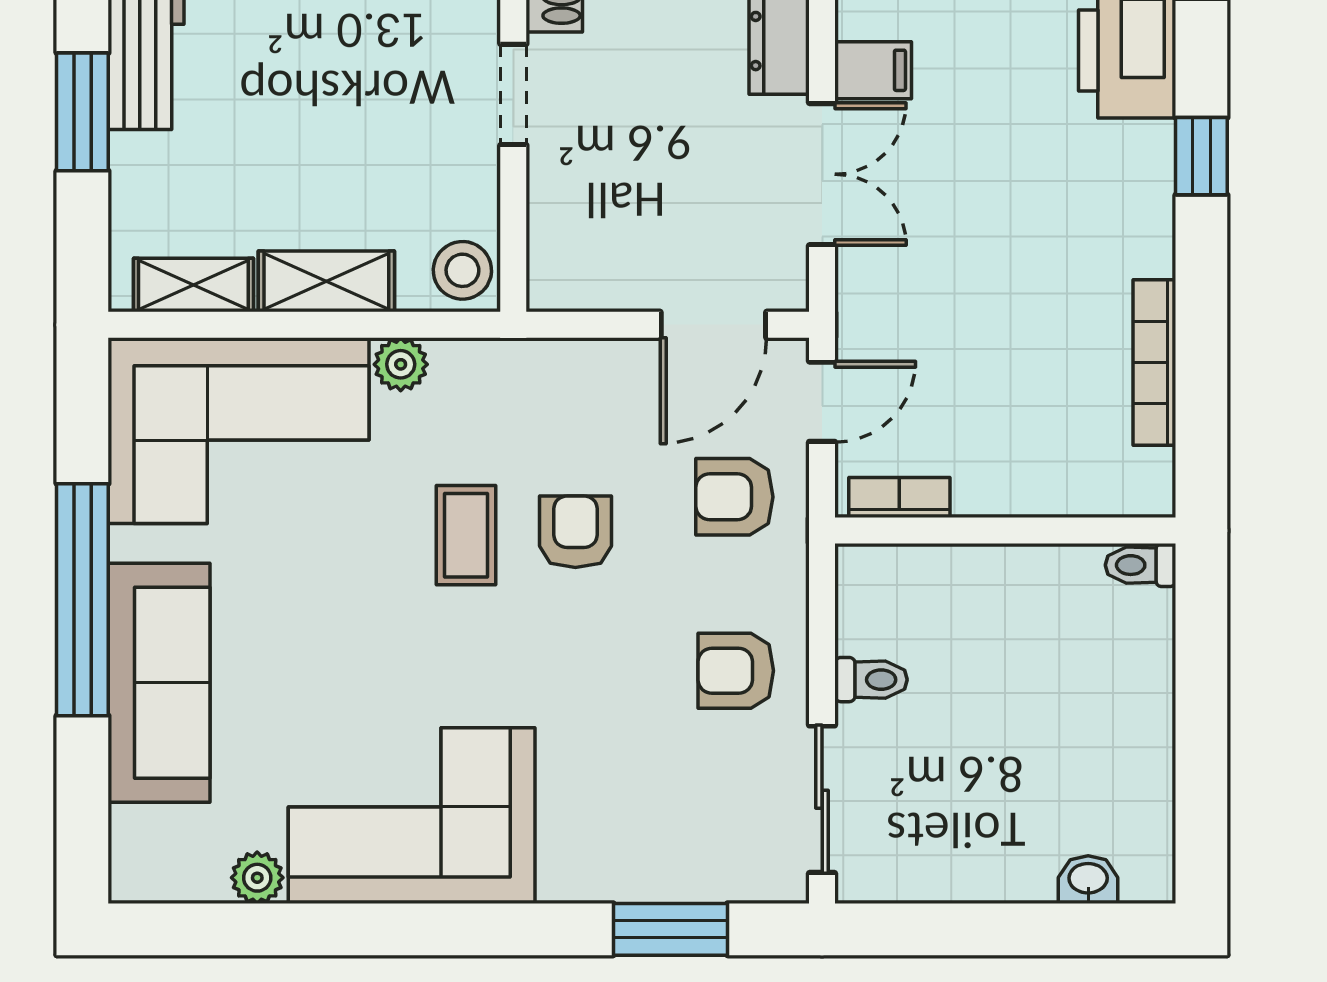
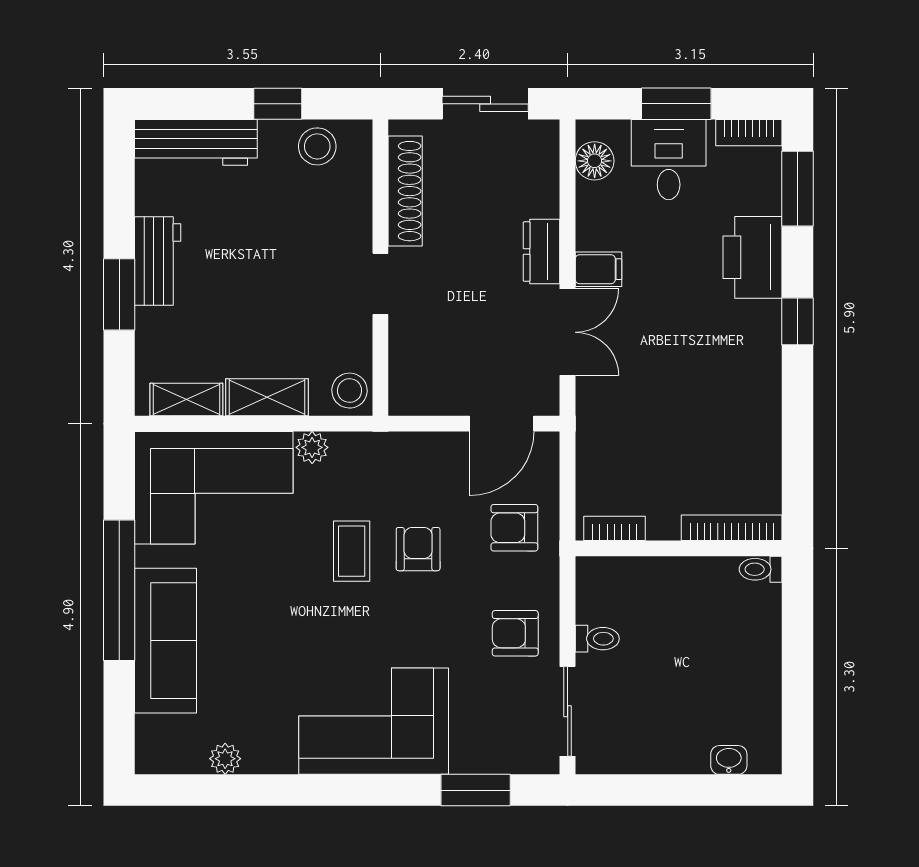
bookcase: (1154, 363) -> (732, 528), moved, turned 90
door: (822, 402) -> (568, 470), removed
corner sofa: (412, 816) -> (374, 721), moved

